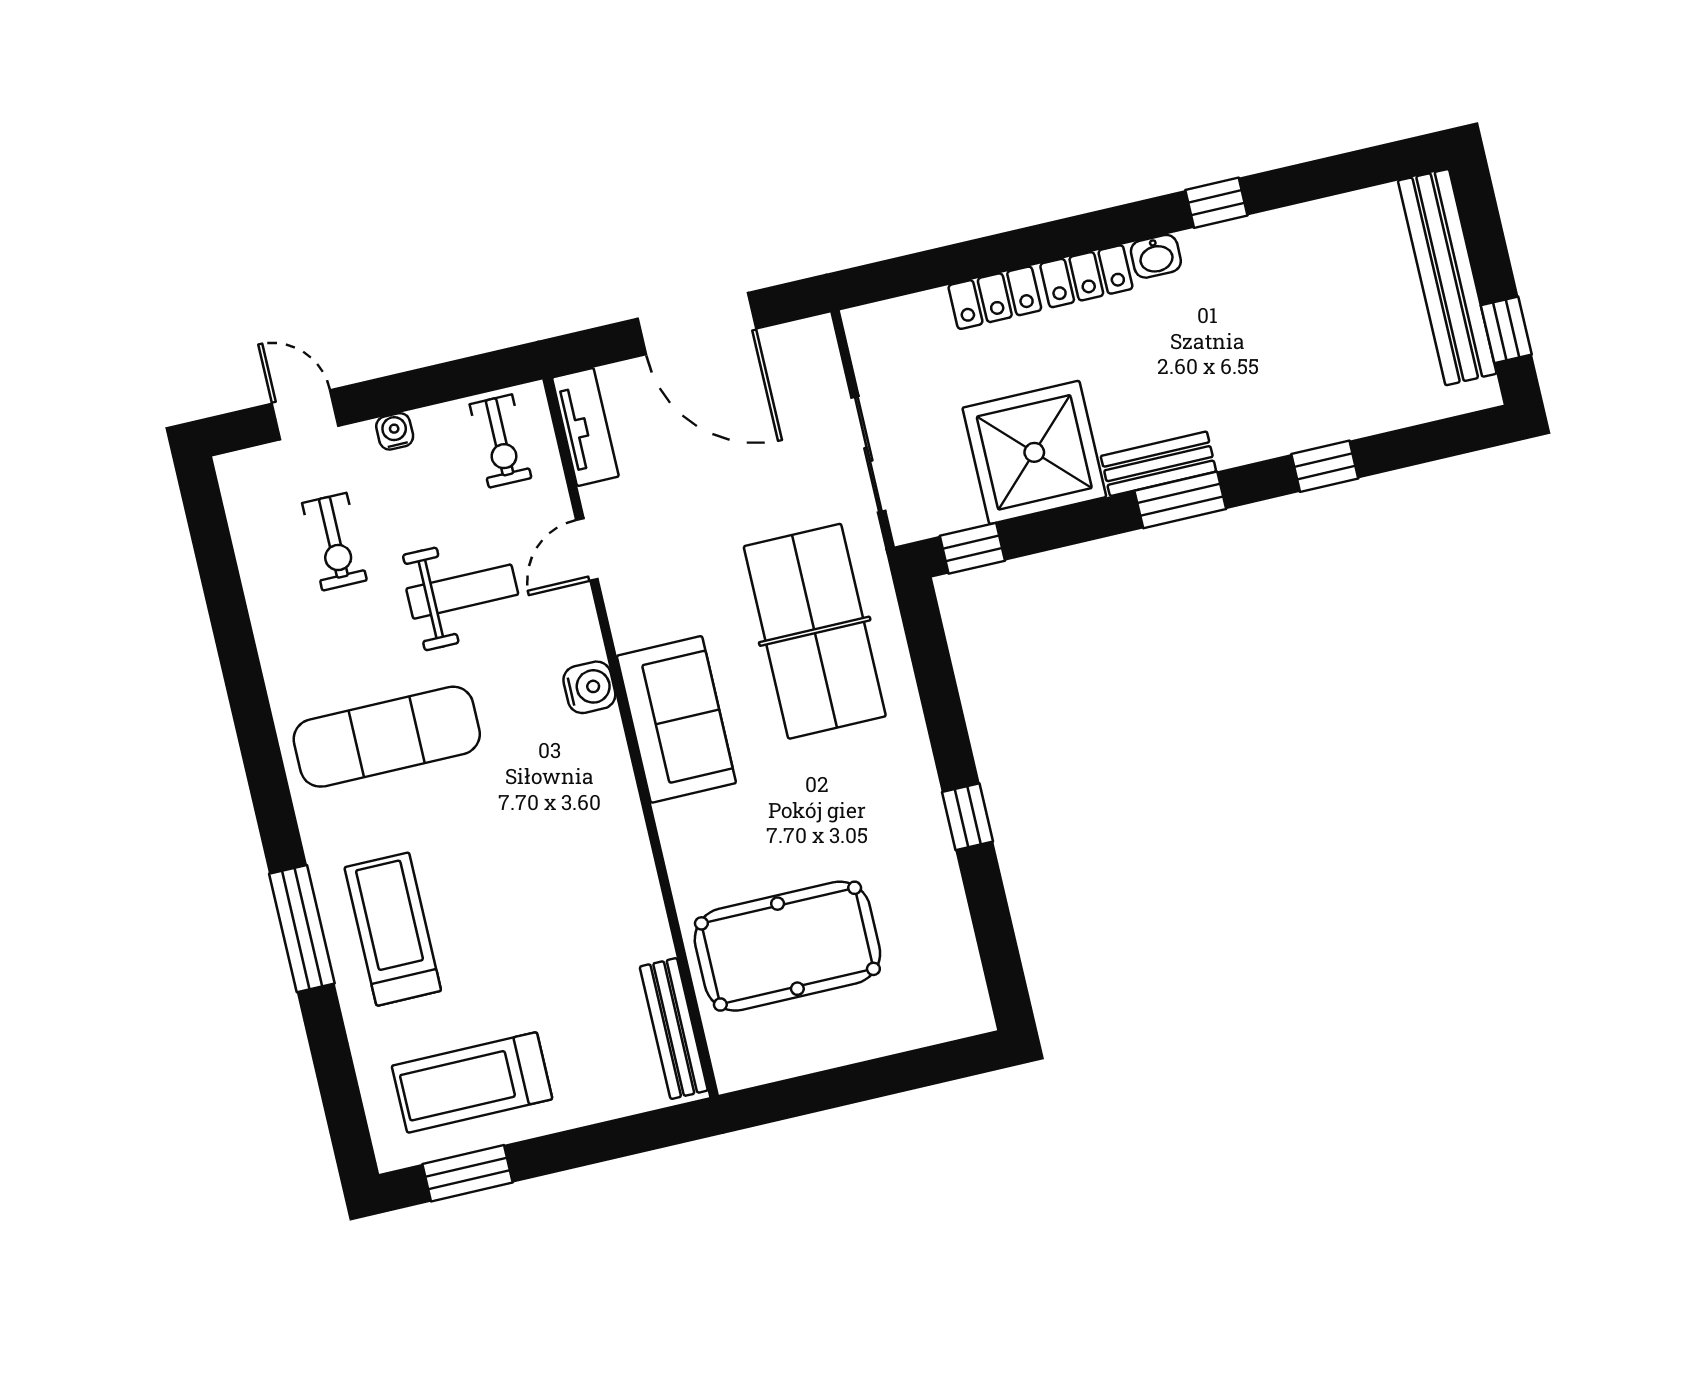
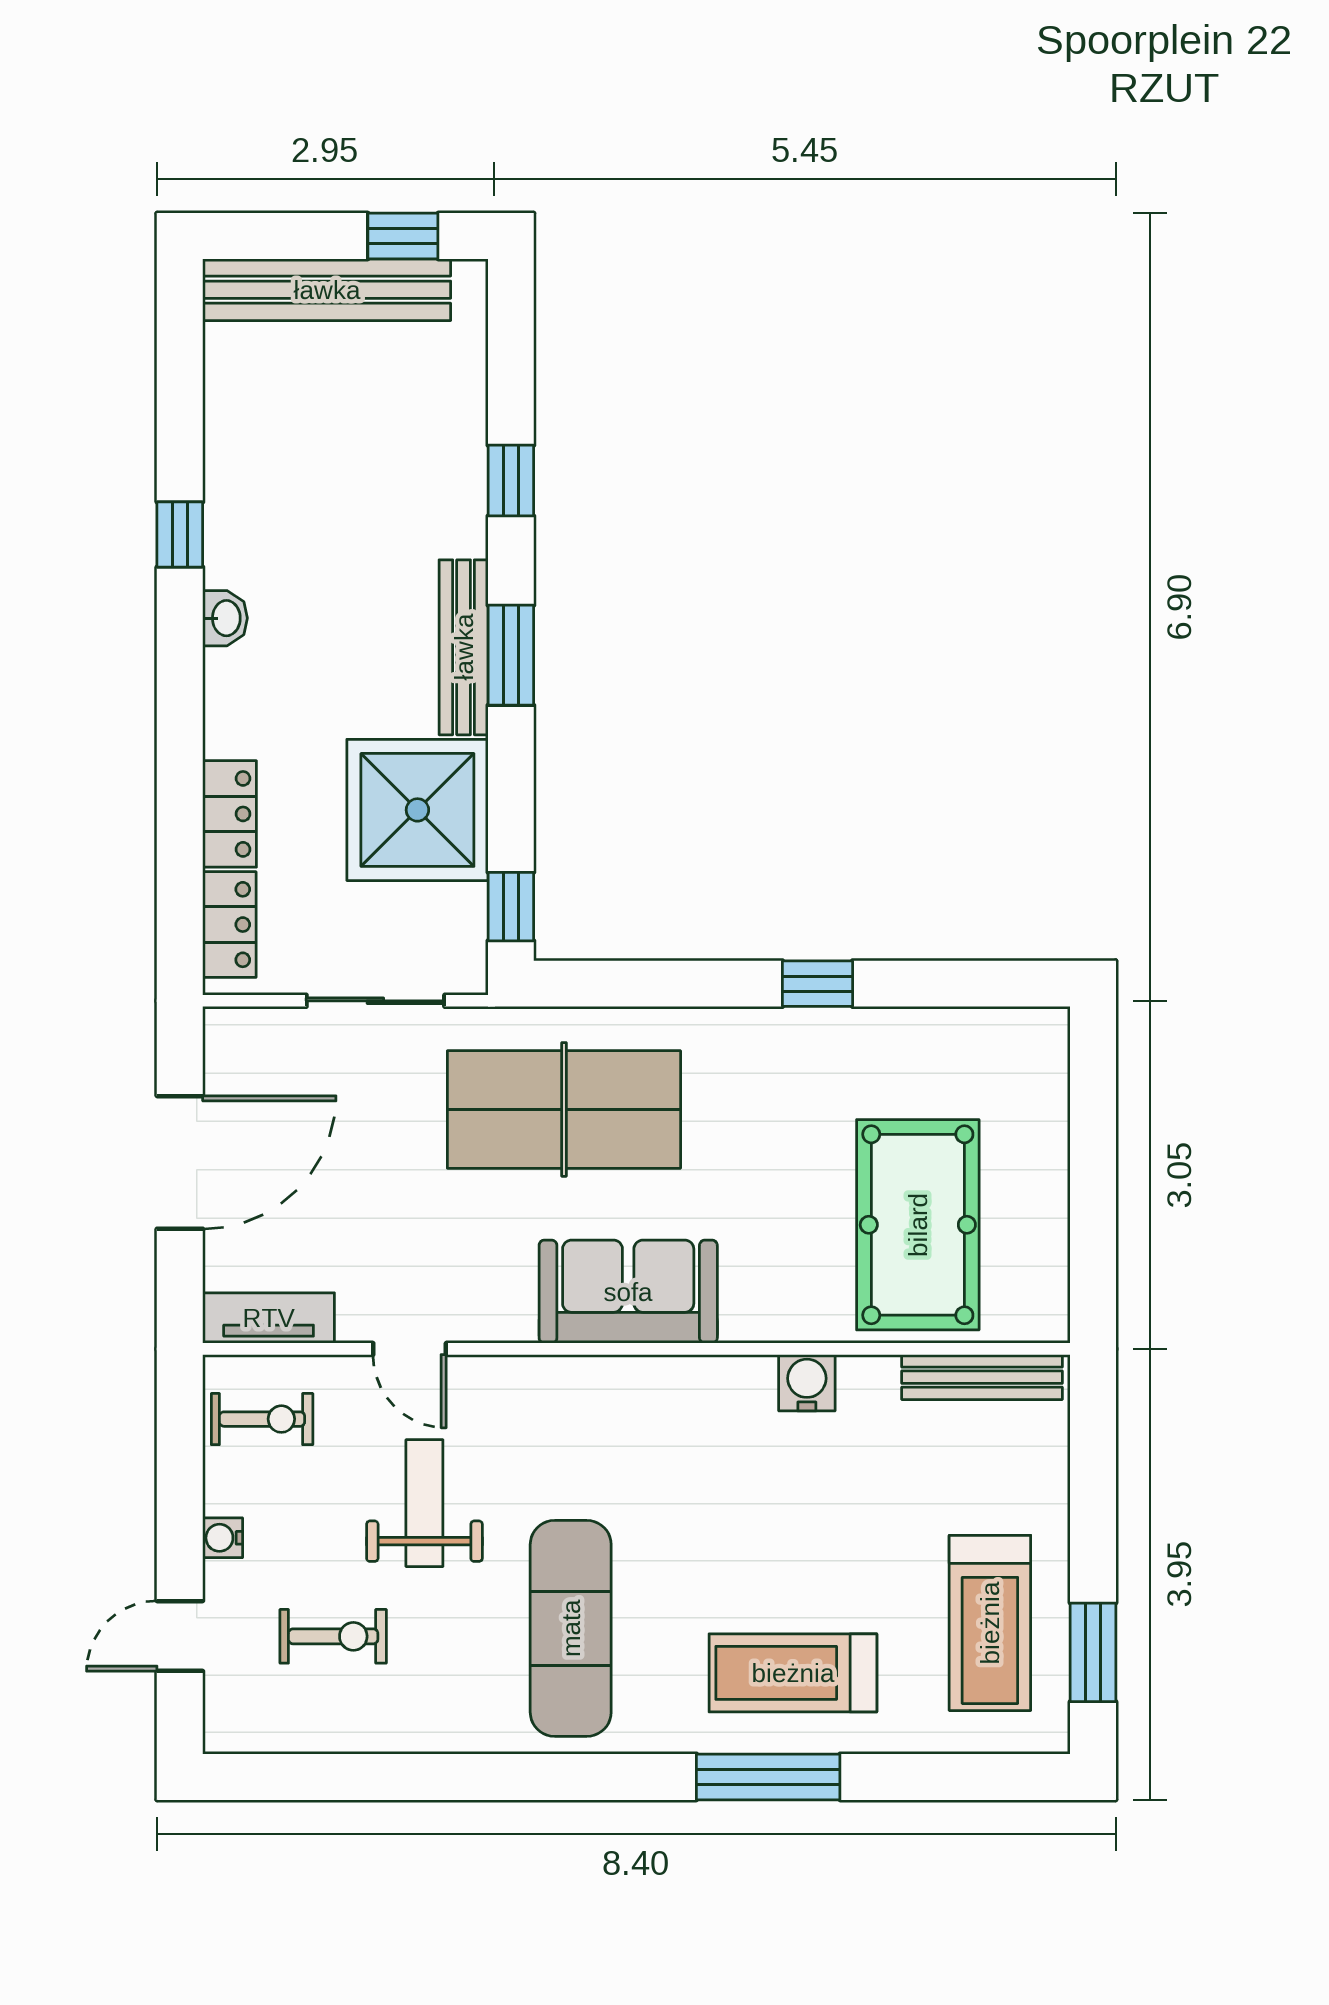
locker: (1086, 276) -> (229, 925), moved
bench: (1158, 464) -> (464, 647), width x1.36
water cooler: (589, 687) -> (807, 1383), moved

